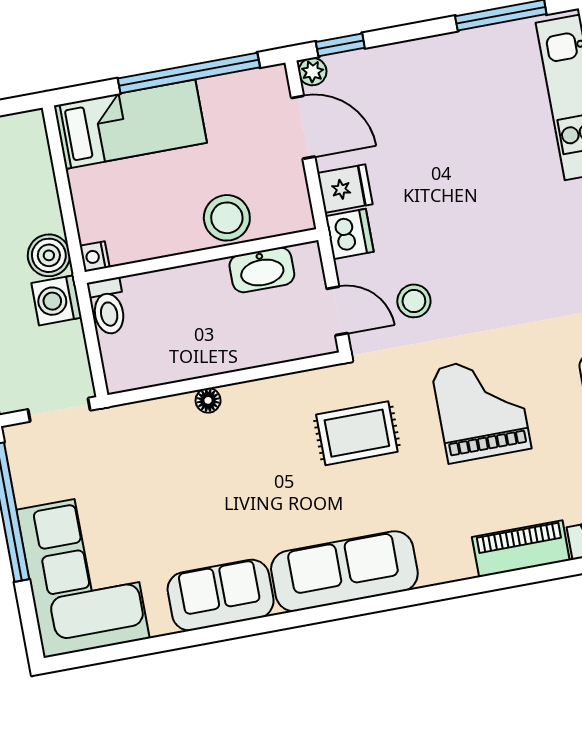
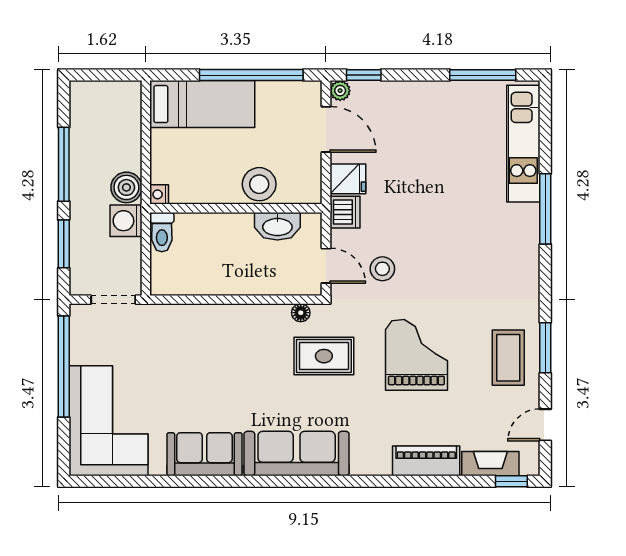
floor lamp: (208, 400) -> (301, 313), moved

